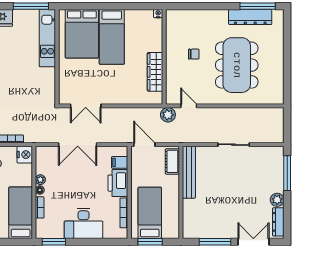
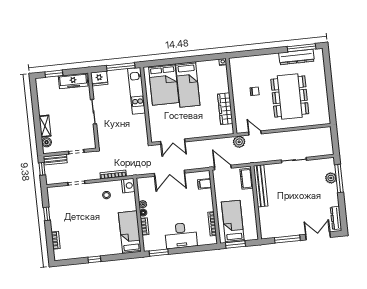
printer: (118, 183) -> (205, 200), removed
plant: (277, 200) -> (331, 178), moved

